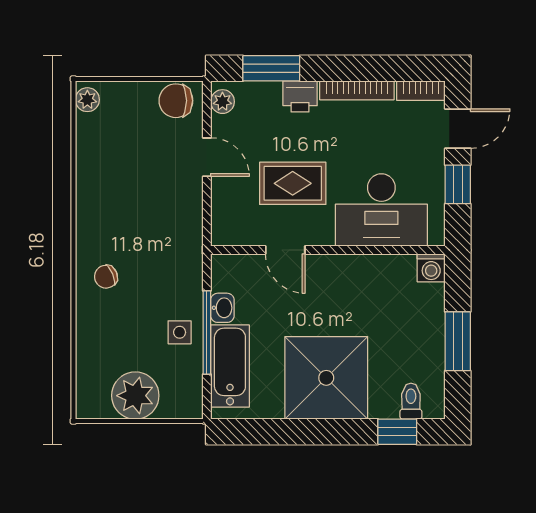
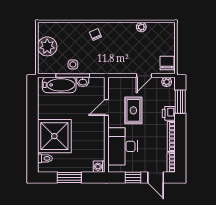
plant: (87, 100) -> (141, 27), moved
shower: (326, 378) -> (54, 136), moved
window: (397, 432) -> (32, 153), removed

